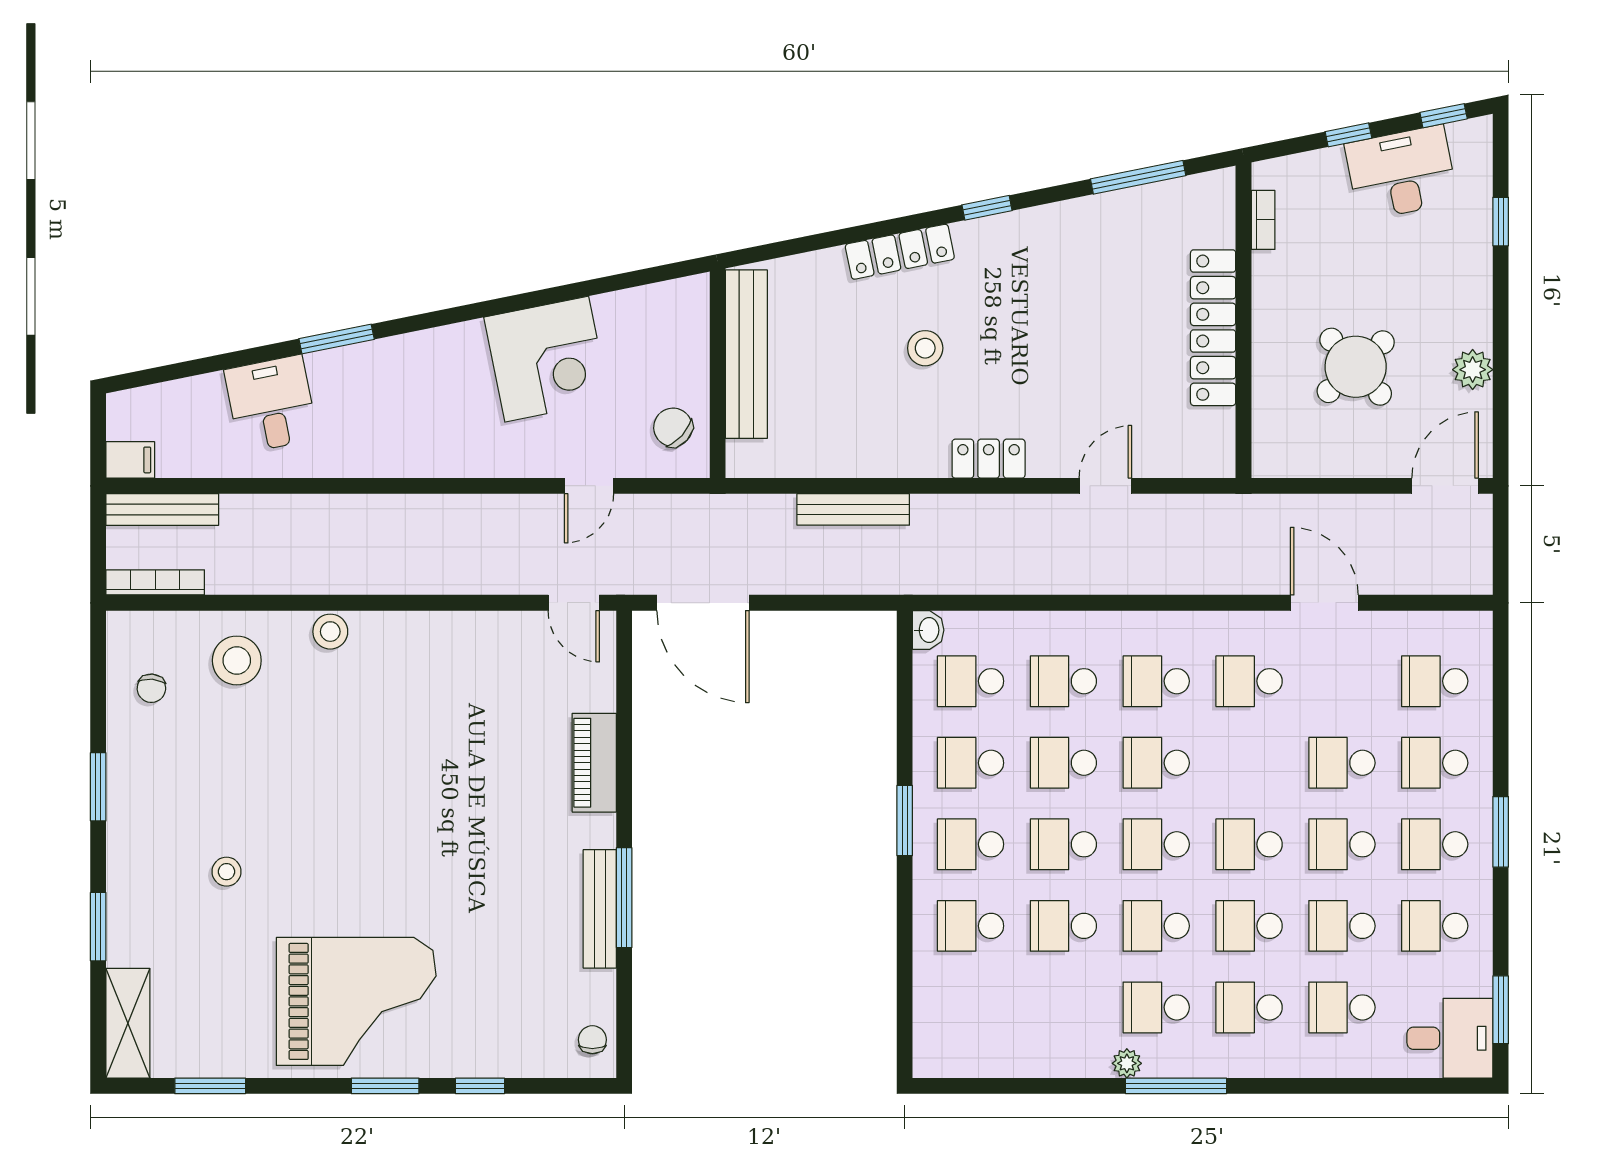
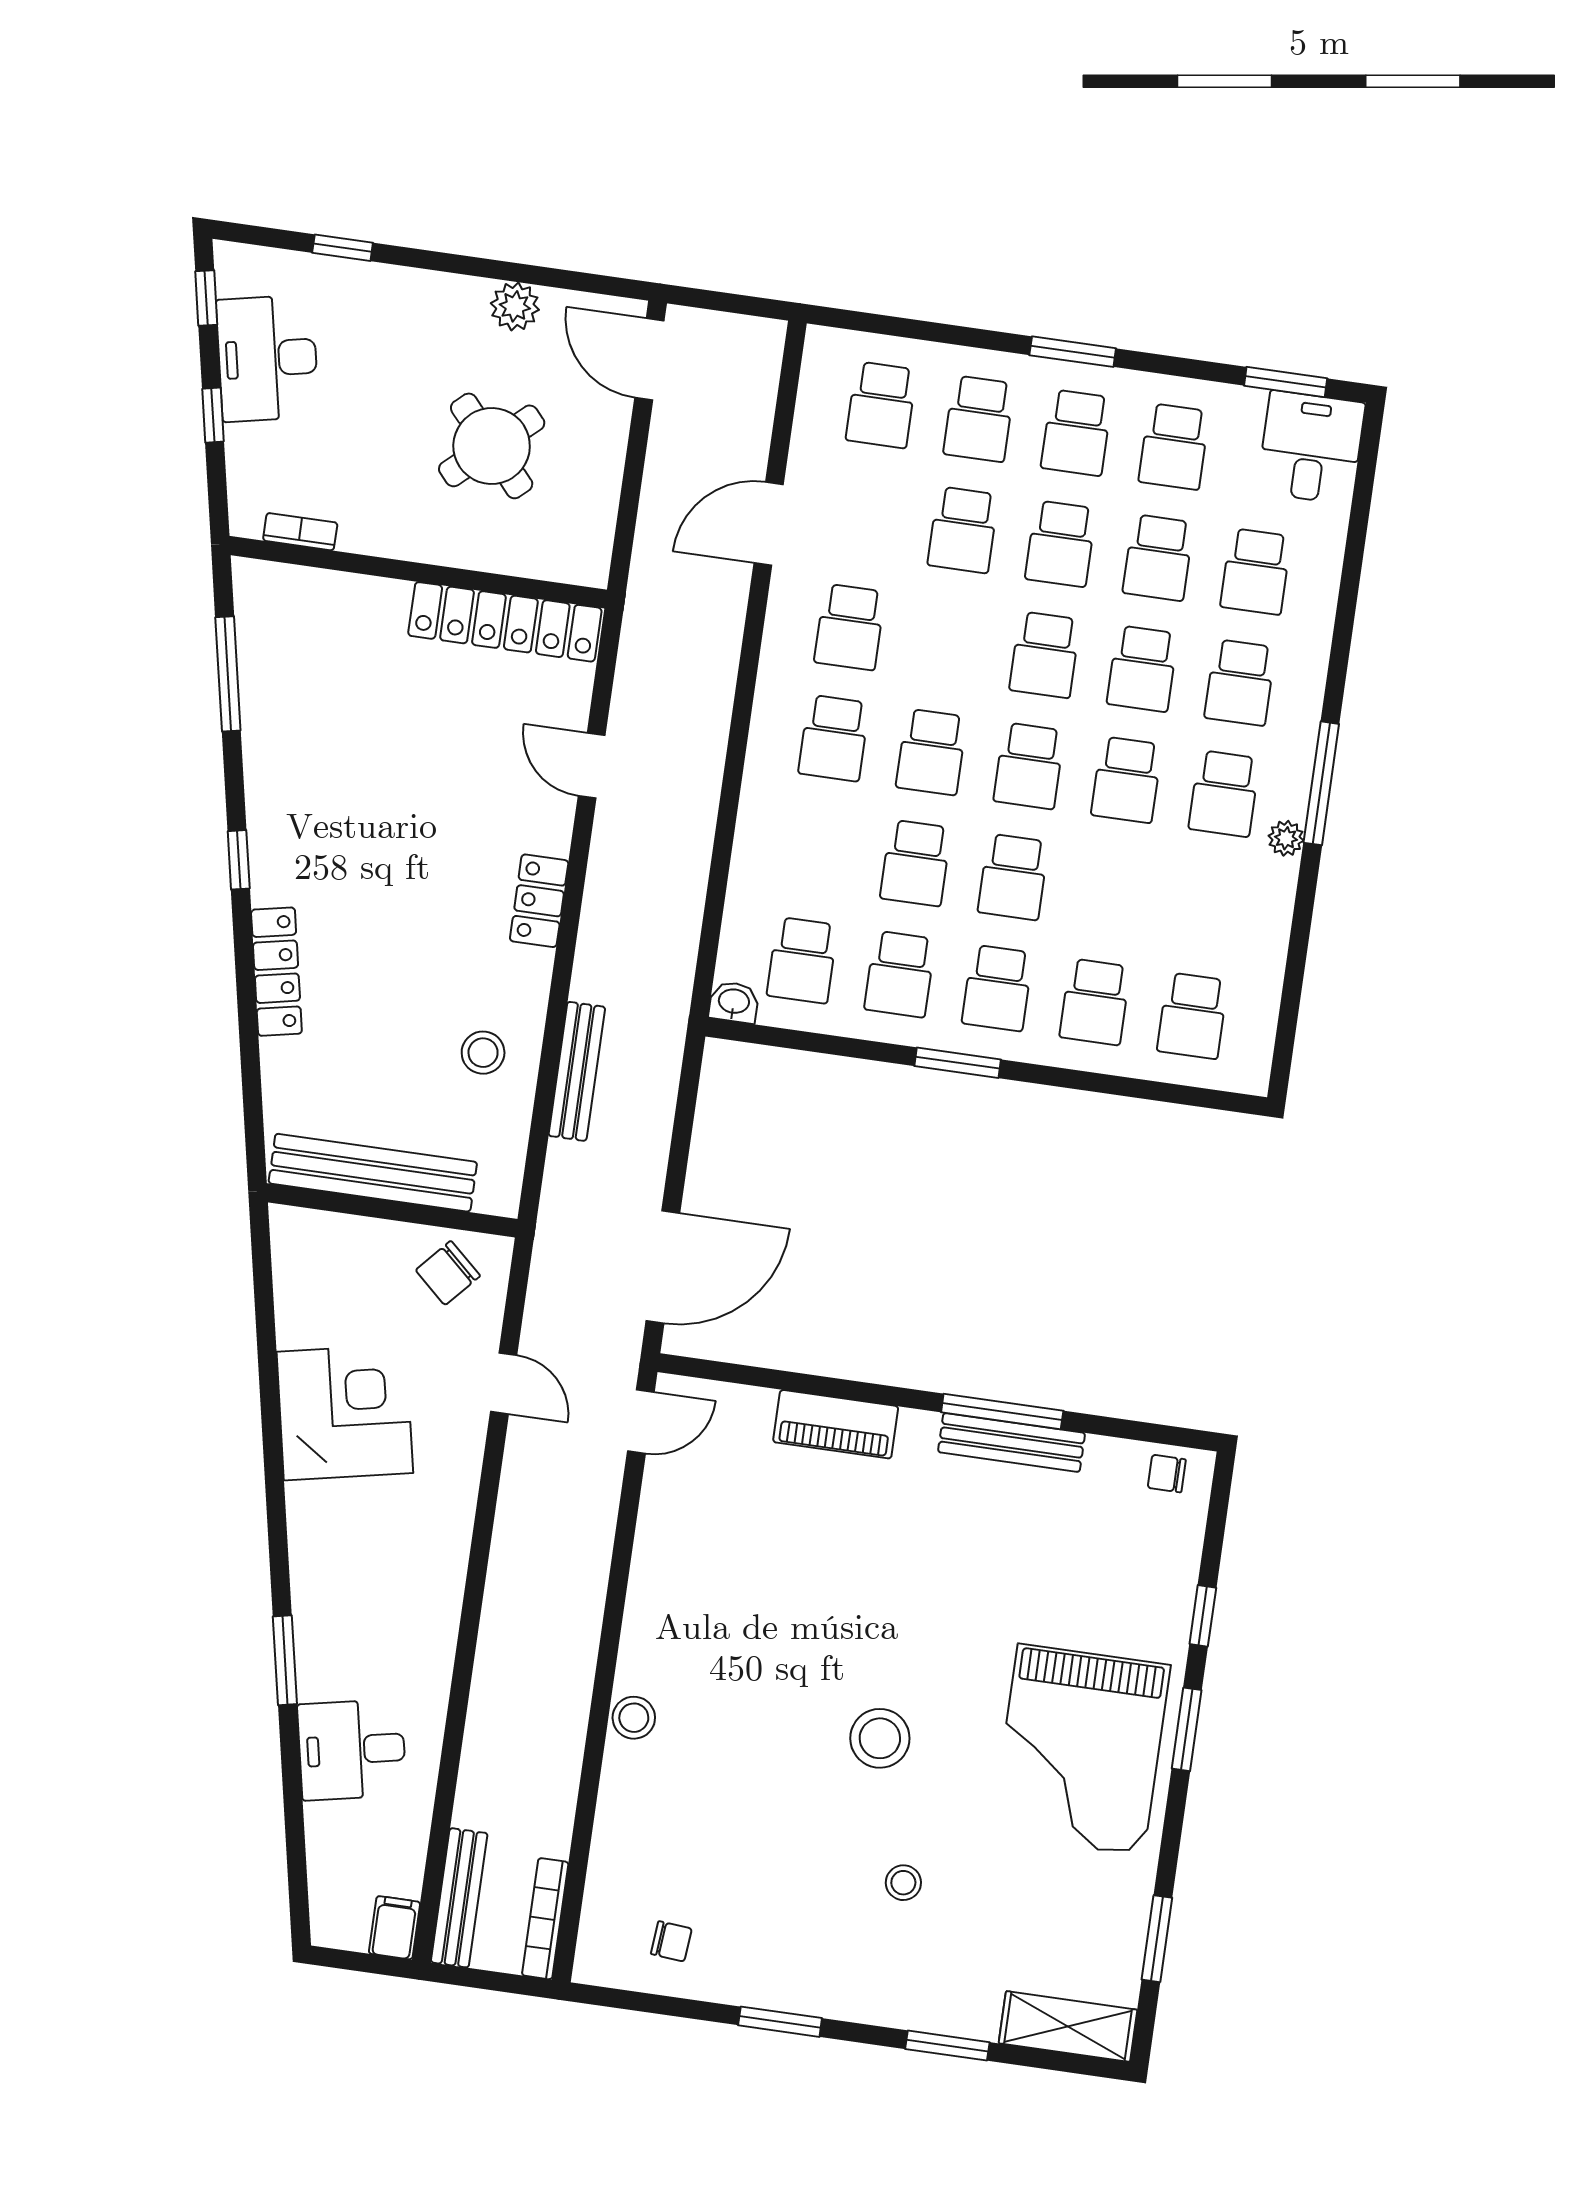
locker: (1213, 328) -> (505, 622), moved
stool: (925, 348) -> (483, 1053), moved
stool: (237, 660) -> (880, 1738), moved
school desk: (1063, 681) -> (818, 849), removed
school desk: (1063, 926) -> (1193, 1016), moved
grand piano: (356, 1001) -> (1081, 1750), turned 180

